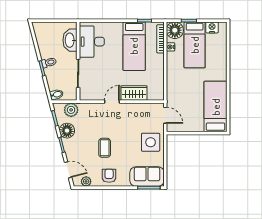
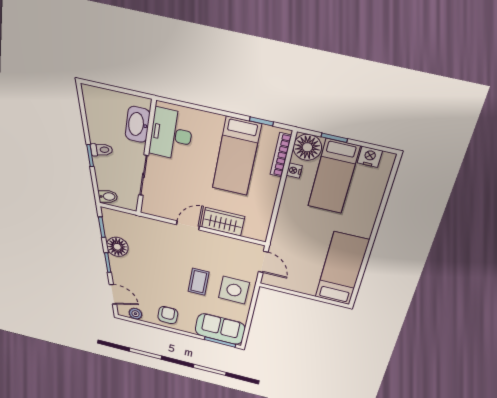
plant: (71, 110) -> (126, 222), removed
coffee table: (105, 148) -> (199, 282), moved

